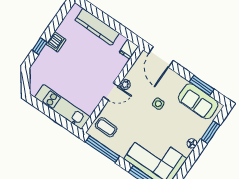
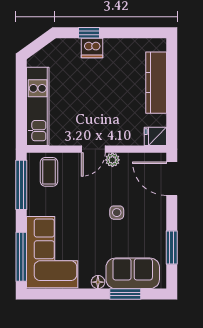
dishwasher: (56, 42) -> (92, 48), moved
door: (161, 57) -> (172, 179), hinge flipped
door: (111, 91) -> (93, 149), hinge flipped
sofa: (198, 101) -> (133, 273), moved, turned 90

